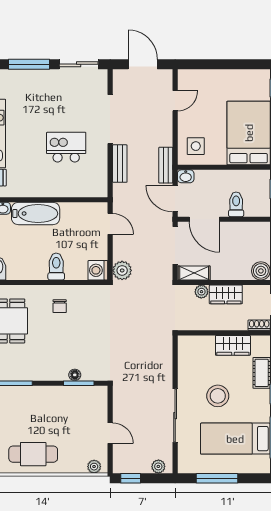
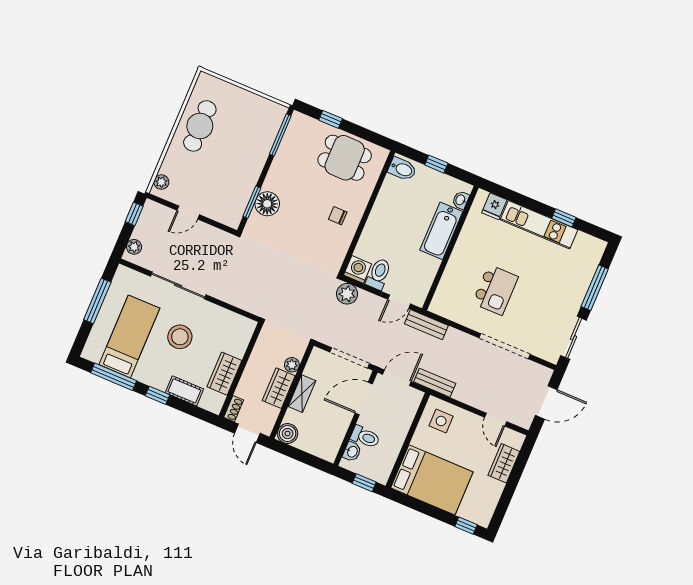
wardrobe: (209, 78) -> (504, 463), added
bench: (120, 164) -> (426, 325), moved
washbasin: (186, 176) -> (352, 452), moved, turned 180
toilet: (56, 267) -> (379, 274), moved, turned -90
shelving: (194, 273) -> (302, 394), moved
floor lamp: (75, 375) -> (267, 204), width x1.89, depth x1.89

